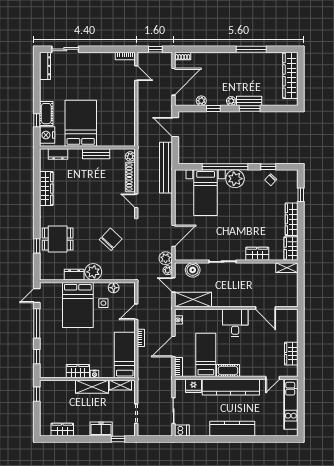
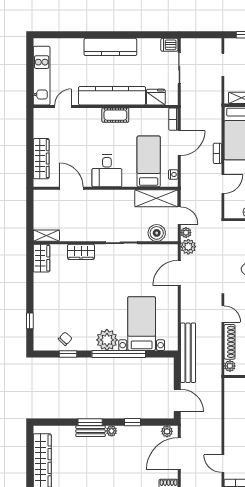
plant: (201, 101) -> (167, 431), moved
wardrobe: (292, 219) -> (41, 292), removed
wardrobe: (291, 354) -> (41, 159), moved, width x1.50
bed: (206, 355) -> (149, 161), moved, turned 180

